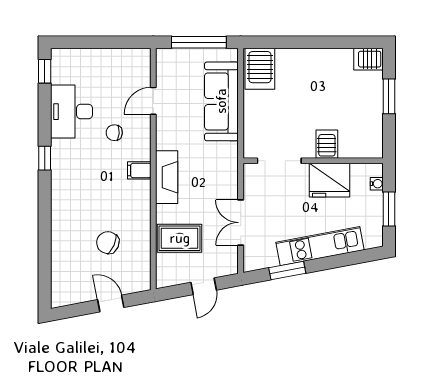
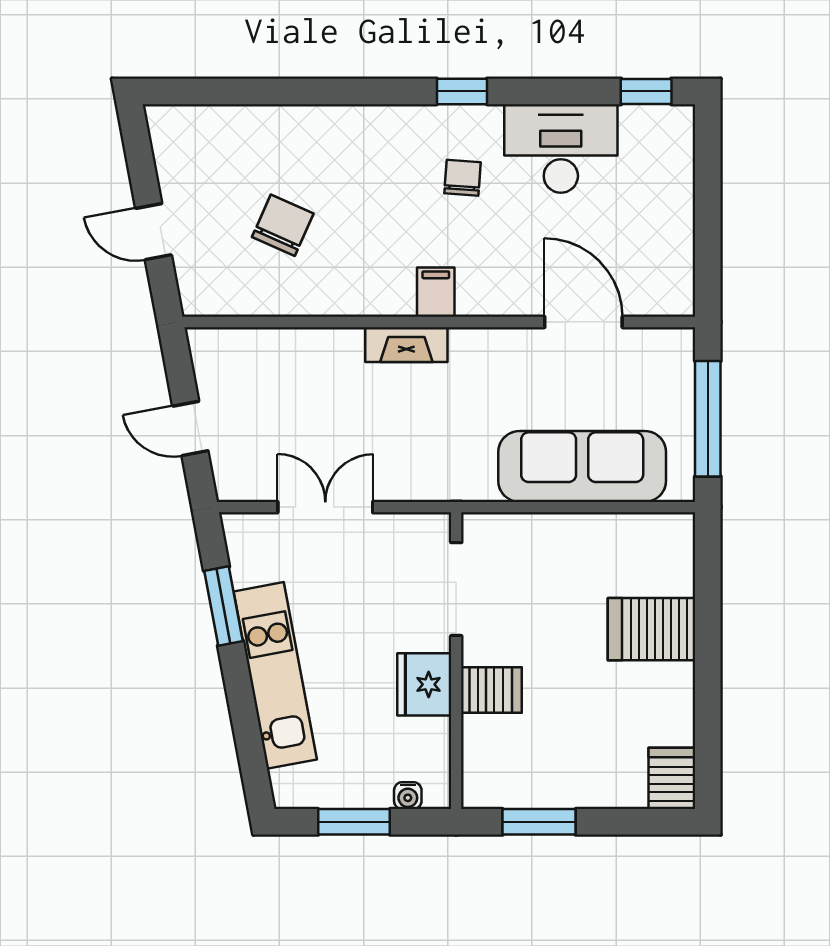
server rack: (260, 69) -> (651, 629), moved
window: (389, 96) -> (539, 822), moved
door: (153, 101) -> (583, 322), width x1.38
chair: (114, 133) -> (463, 178), moved
fireplace: (167, 177) -> (406, 345), width x0.73, depth x0.76
fridge: (330, 180) -> (424, 684), width x0.73, depth x0.75
rug: (180, 238) -> (292, 377), removed
door: (111, 304) -> (154, 232), swing flipped

